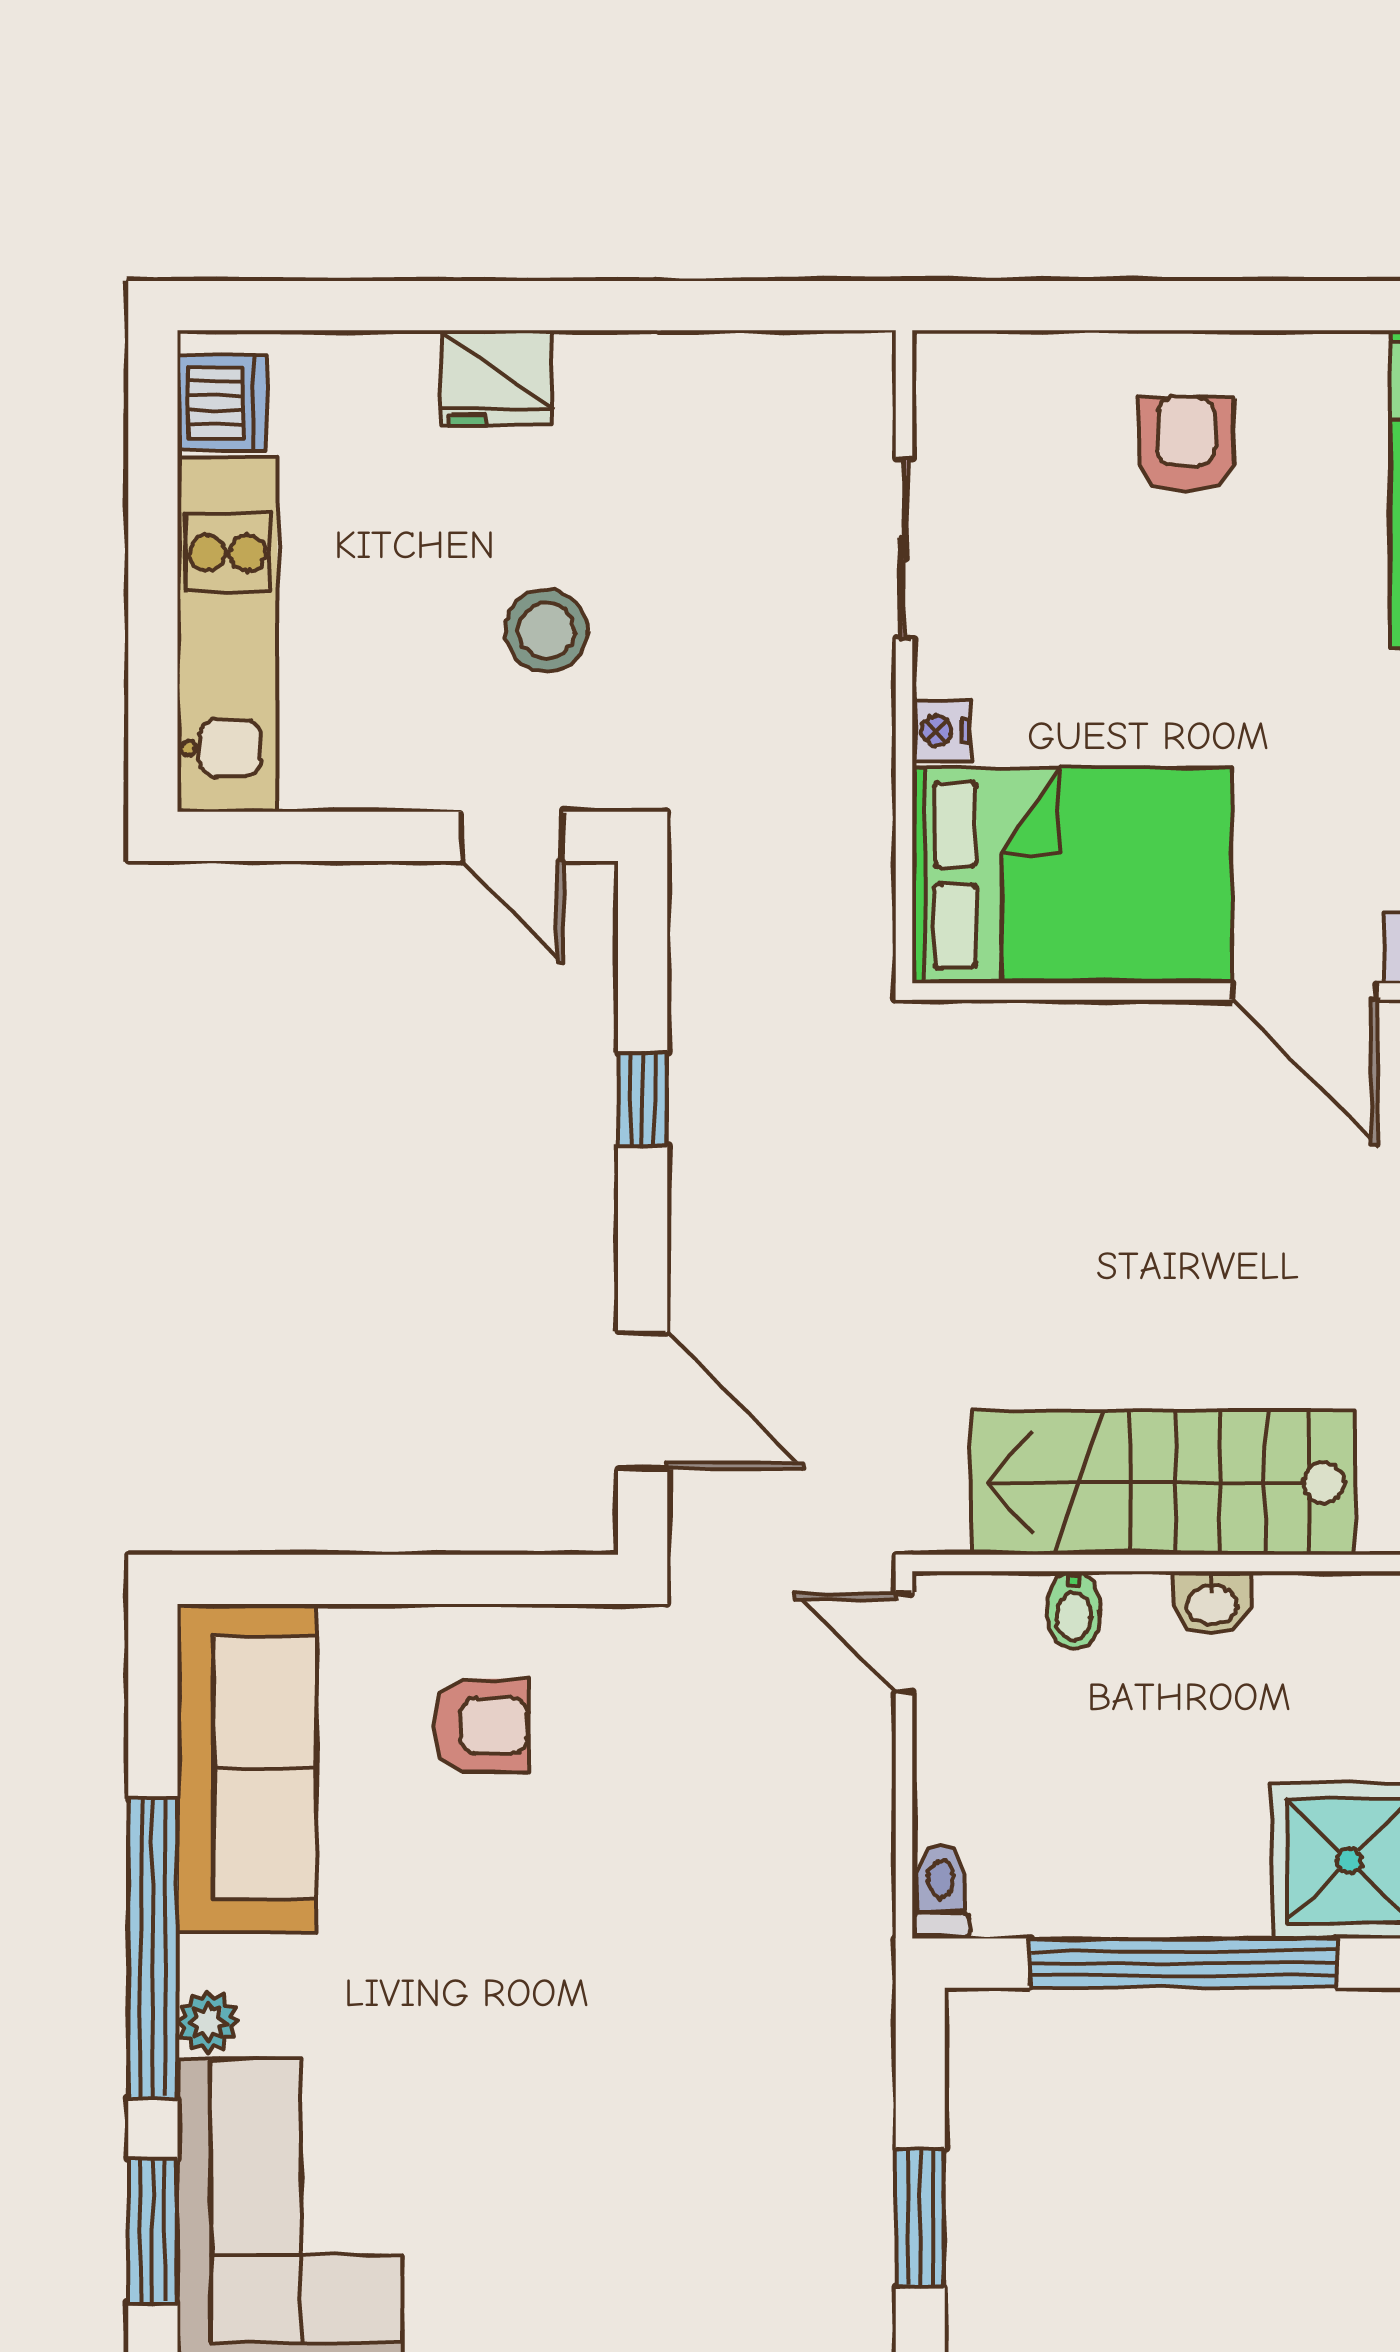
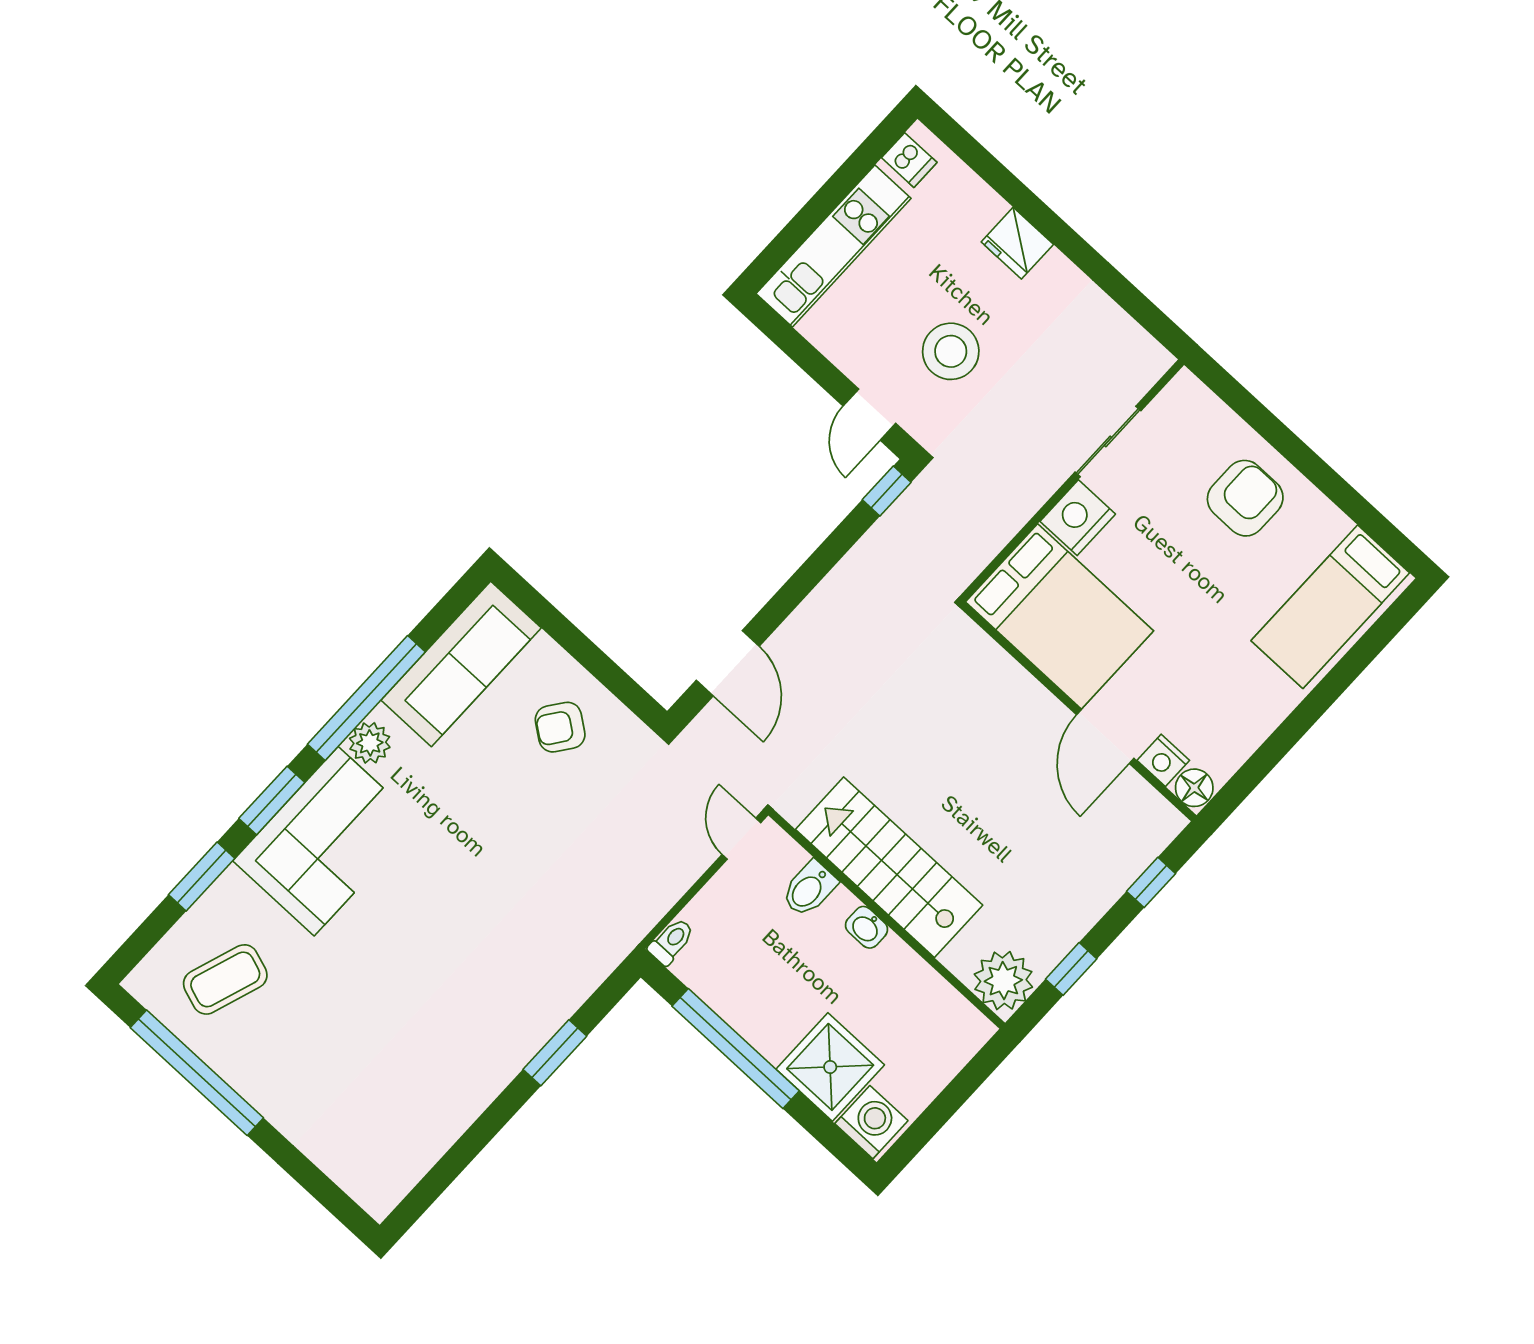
dishwasher: (222, 403) -> (909, 160), width x0.73
armchair: (1186, 445) -> (1245, 498), width x1.38, depth x1.38
stool: (546, 630) -> (951, 351), width x1.38, depth x1.38
nightstand: (941, 731) -> (1078, 518), width x1.89, depth x1.79
window: (643, 1099) -> (887, 491), moved
bidet: (1074, 1610) -> (809, 889), width x1.38, depth x1.36
armchair: (481, 1726) -> (560, 727), turned 126
plant: (208, 2022) -> (370, 743), width x1.38, depth x1.38

